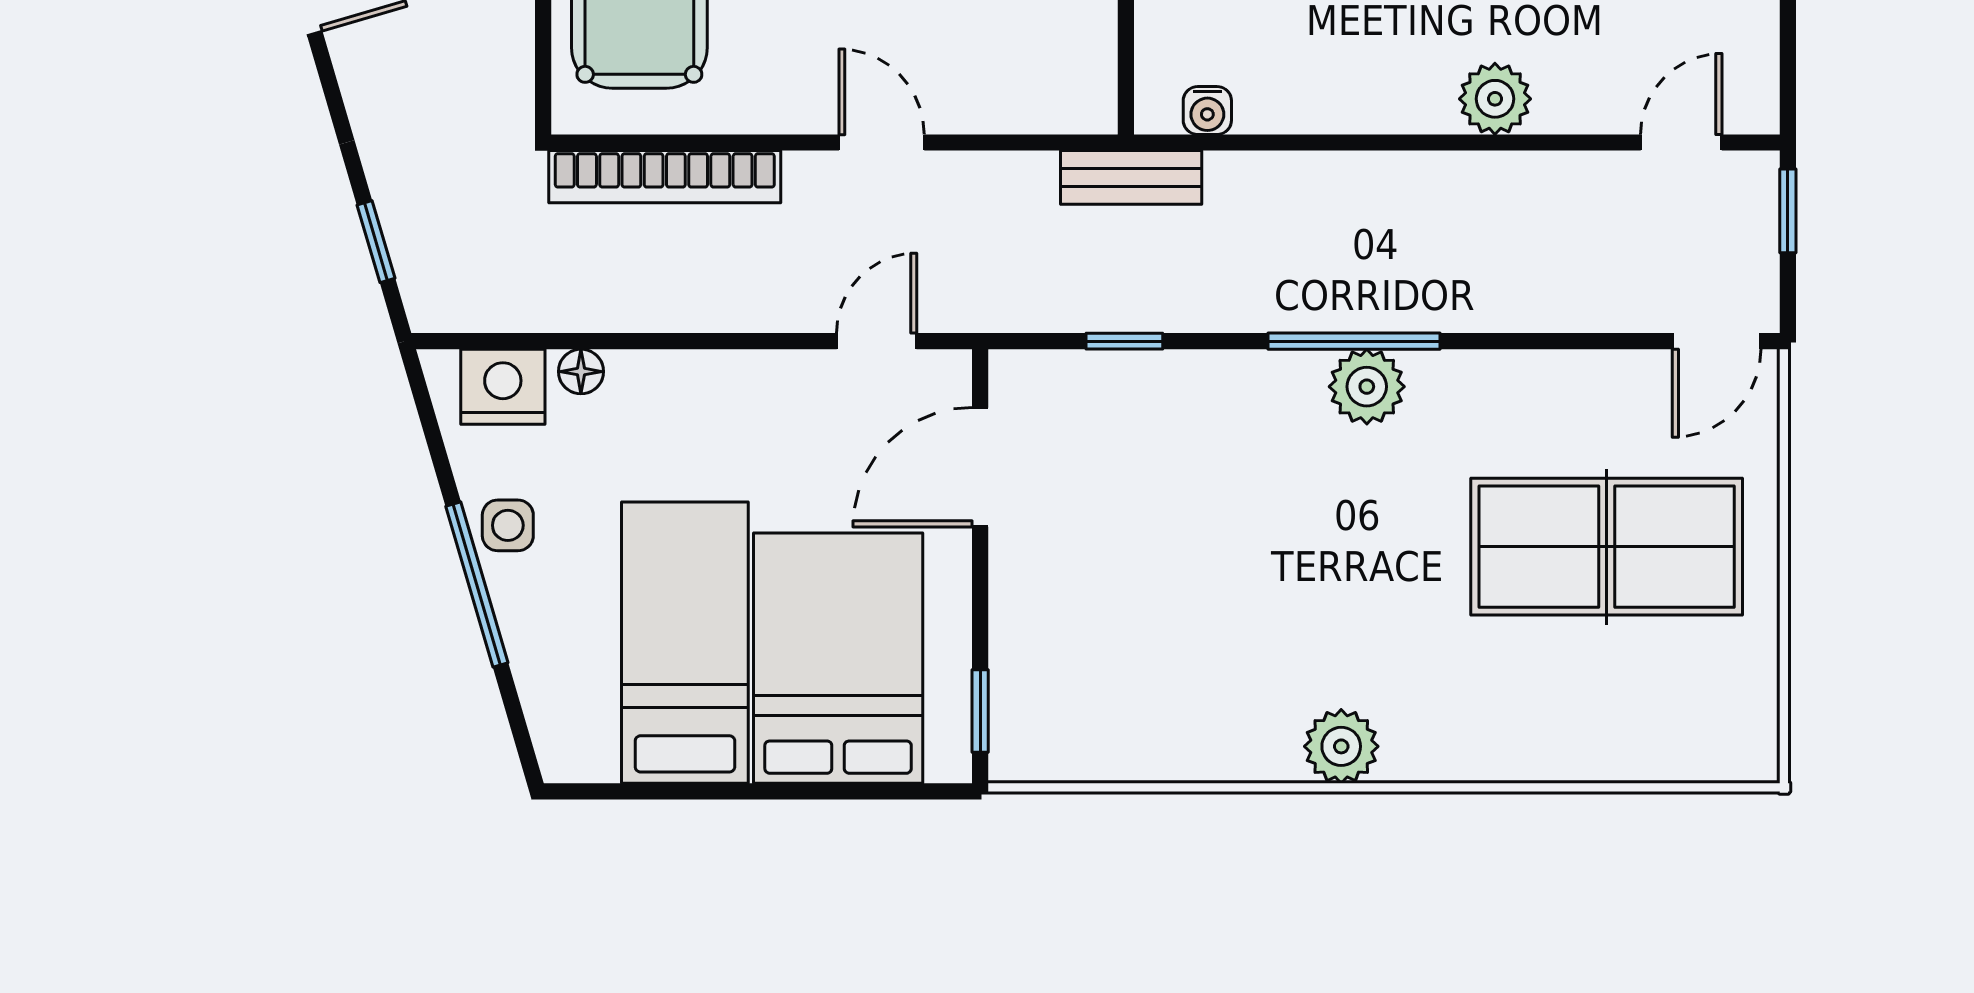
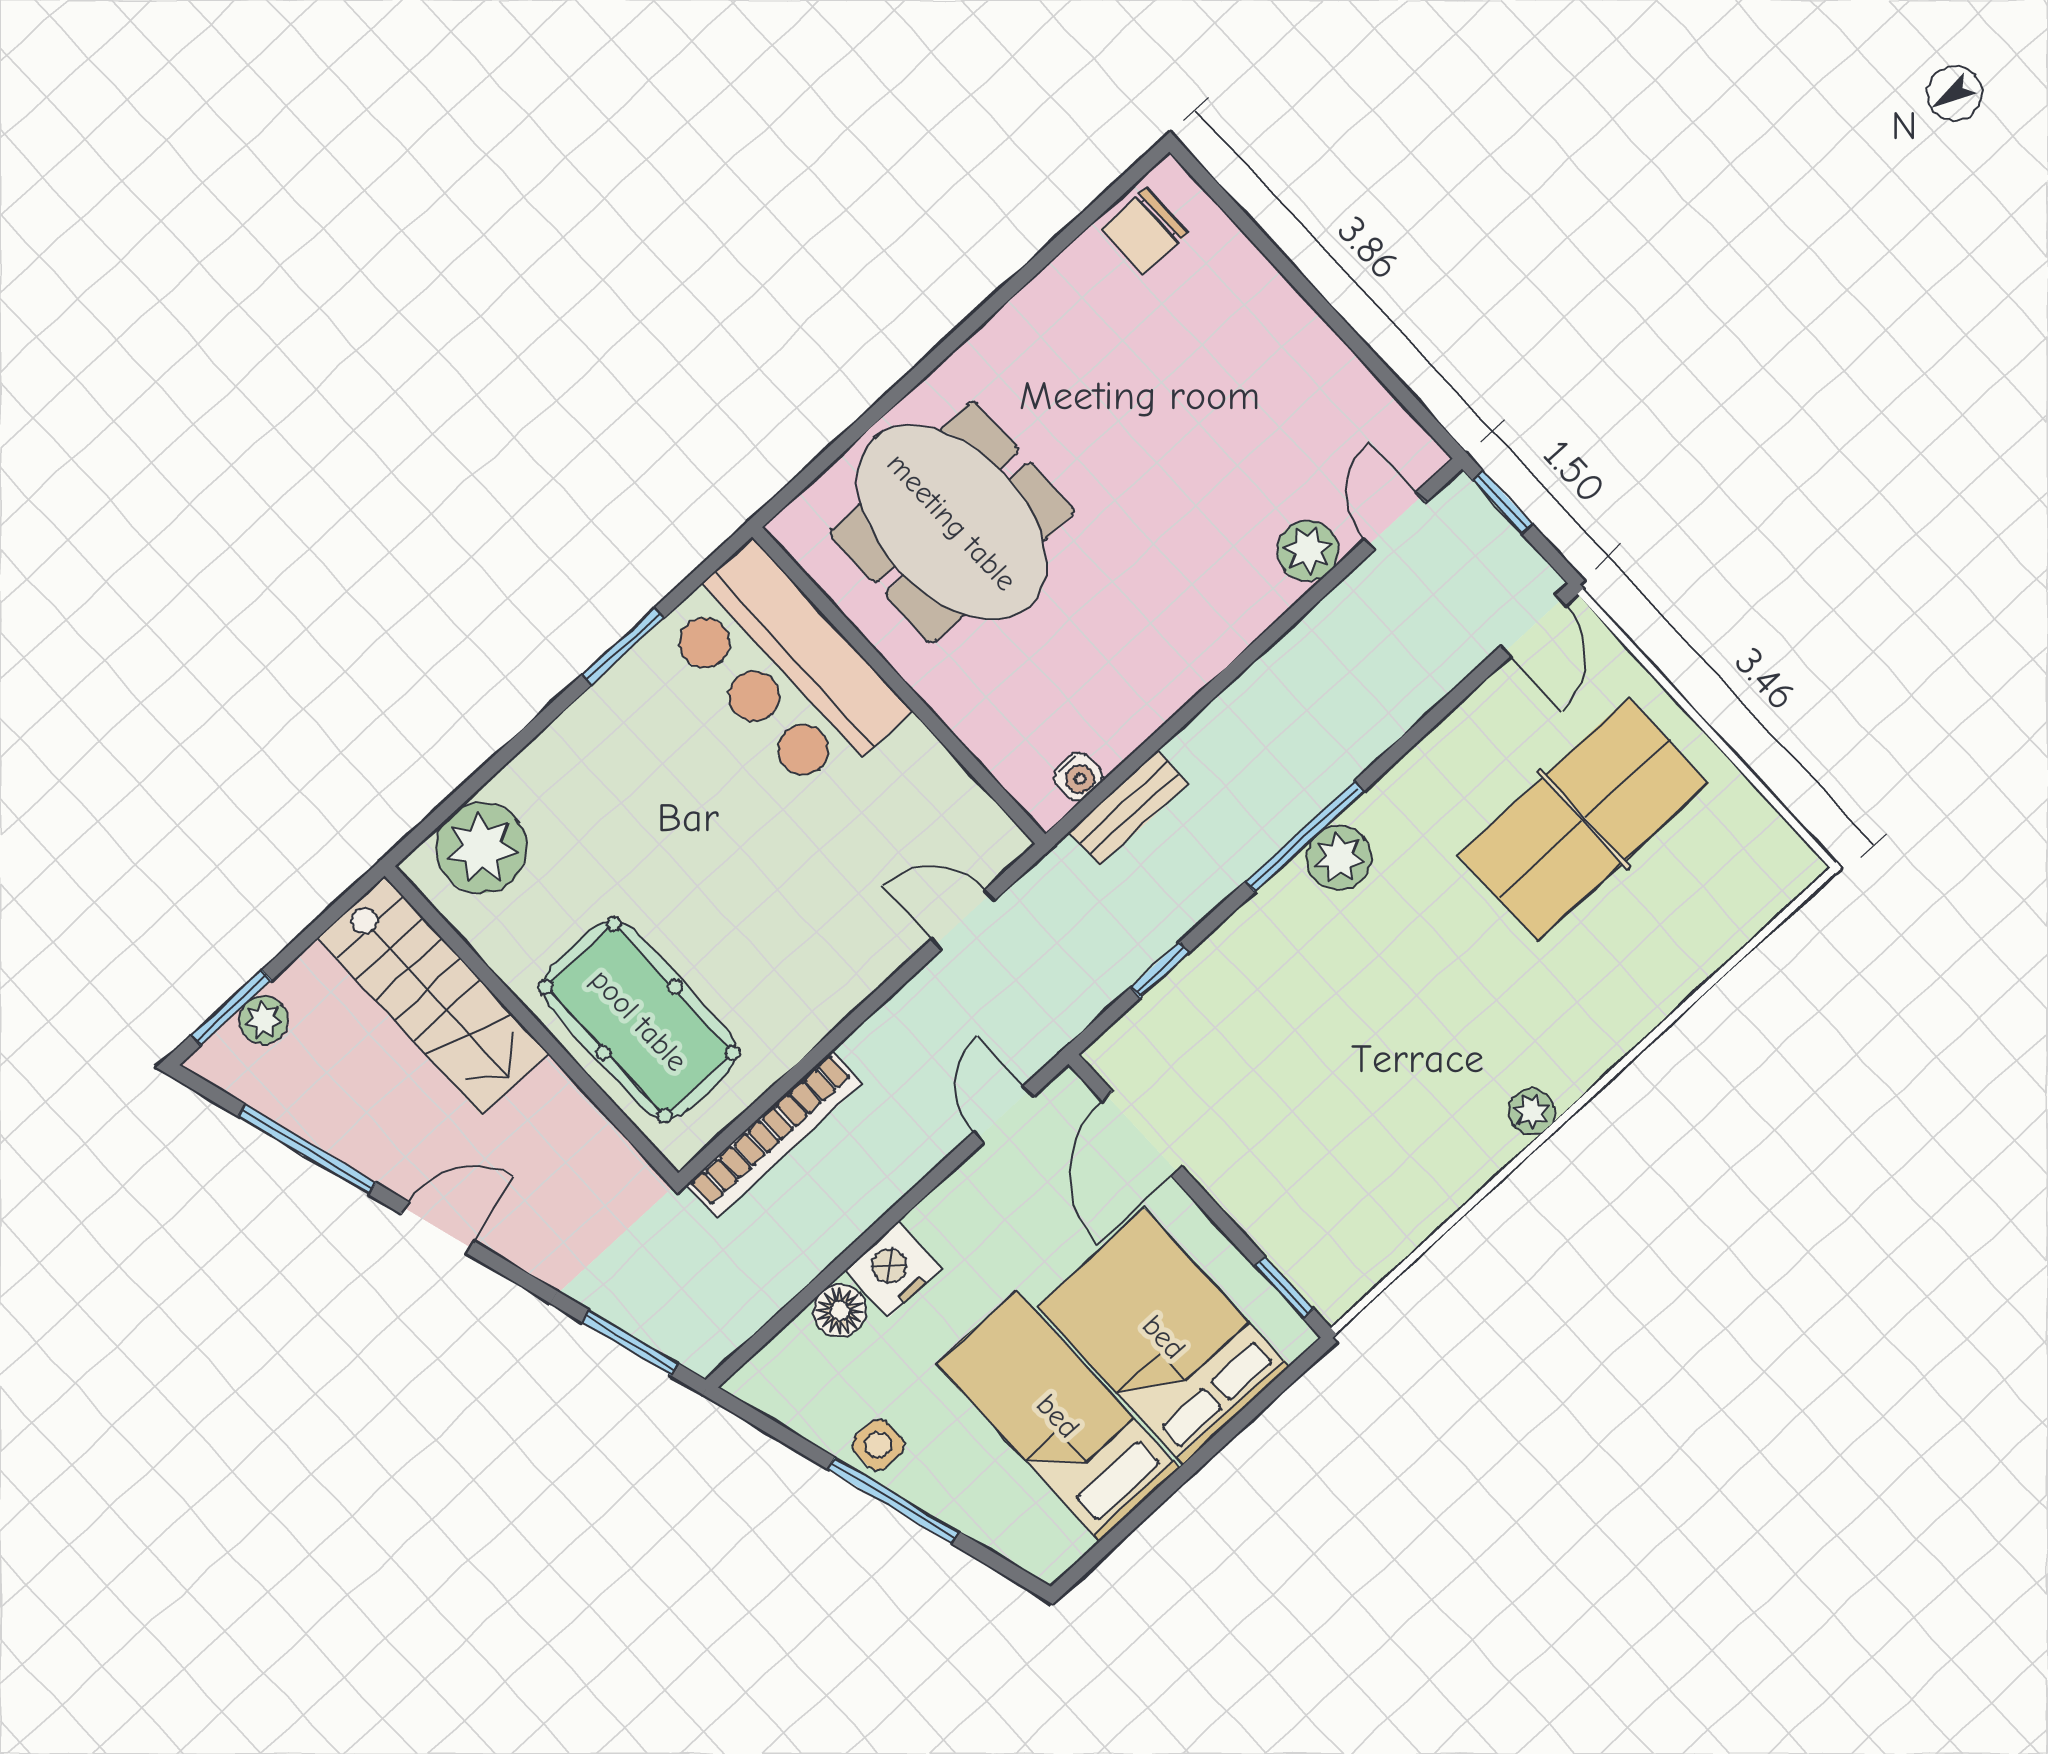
plant: (1495, 99) -> (1308, 551), moved
door: (882, 142) -> (963, 920), moved
bench: (1131, 177) -> (1129, 808), moved
window: (376, 242) -> (630, 1343), width x1.50
floor lamp: (581, 372) -> (840, 1311), width x1.37, depth x1.37
nightstand: (503, 387) -> (893, 1270), moved
plant: (1341, 746) -> (1532, 1112), width x0.73, depth x0.73

